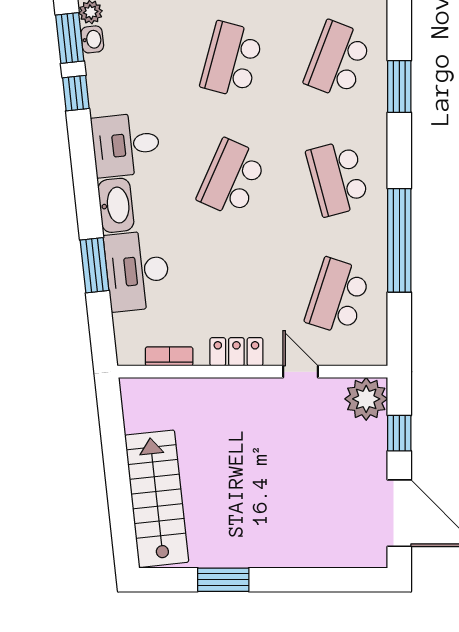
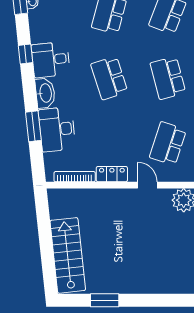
window: (76, 93) -> (25, 54), moved
school desk: (232, 178) -> (109, 78), turned -42
bookcase: (169, 356) -> (75, 177), width x1.56

